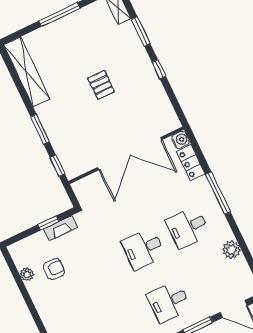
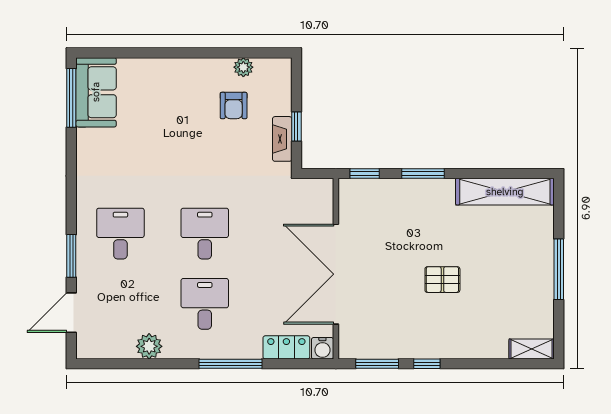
window: (141, 31) -> (377, 364), moved

